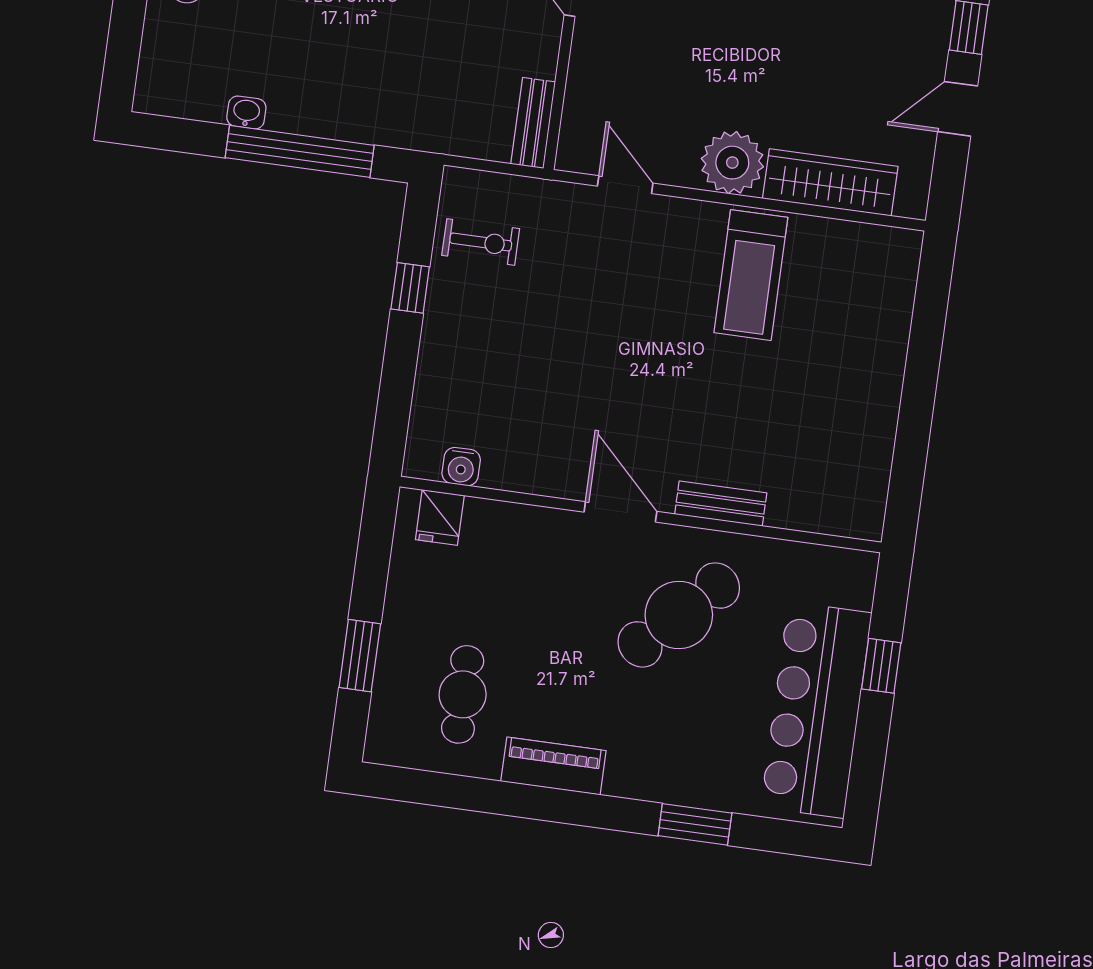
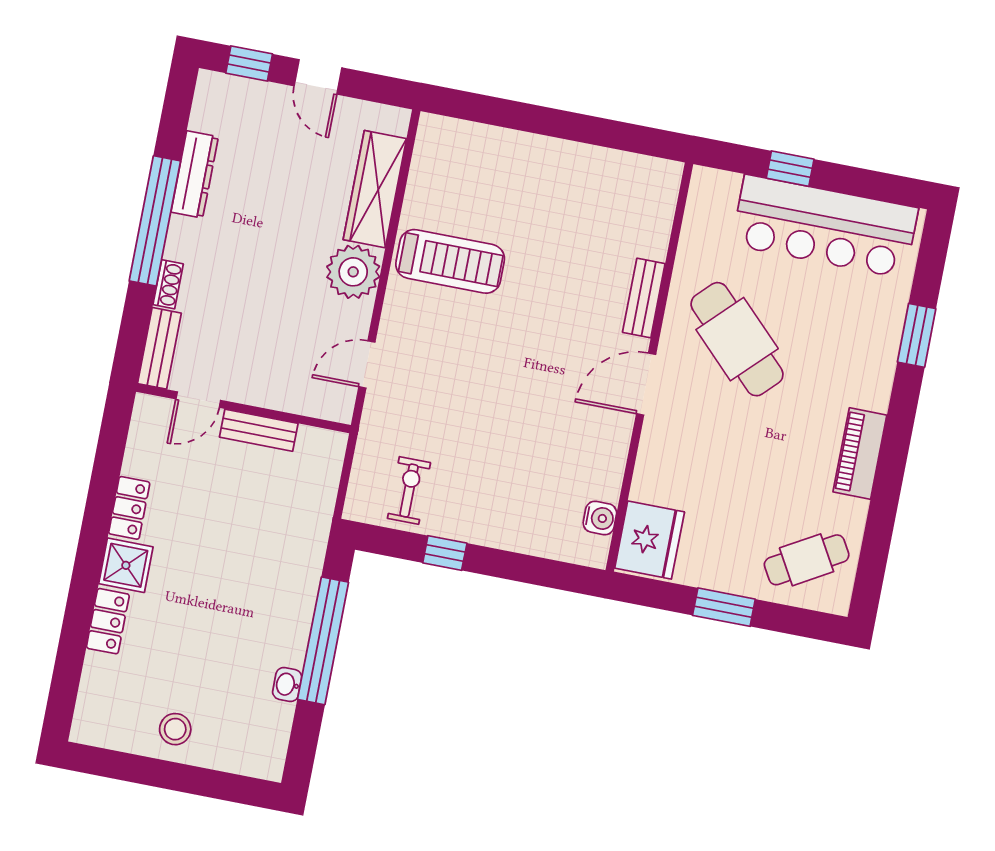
bench: (533, 123) -> (259, 430), moved
fridge: (440, 517) -> (650, 540), width x1.88, depth x1.34
window: (360, 656) -> (724, 607), moved
cafe table: (463, 694) -> (807, 560), moved, turned -30

